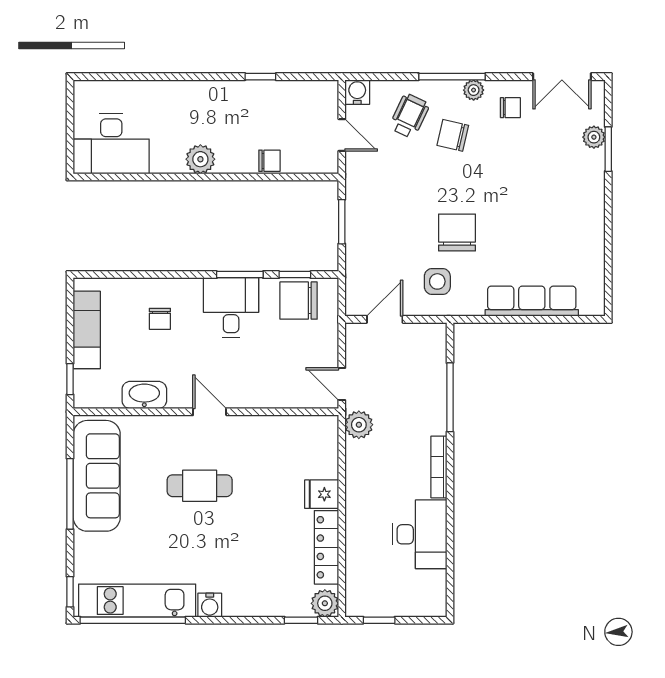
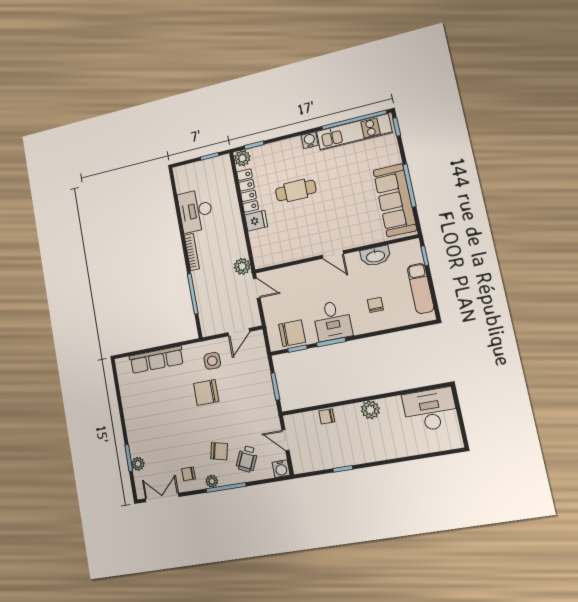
chair: (457, 232) -> (206, 392), turned 90
cafe table: (200, 486) -> (296, 190), moved

